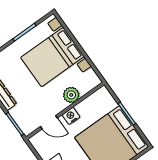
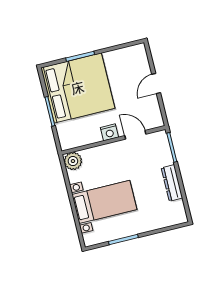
bed with nightstands: (52, 57) -> (104, 202), width x0.73
plant: (71, 95) -> (73, 161), moved

